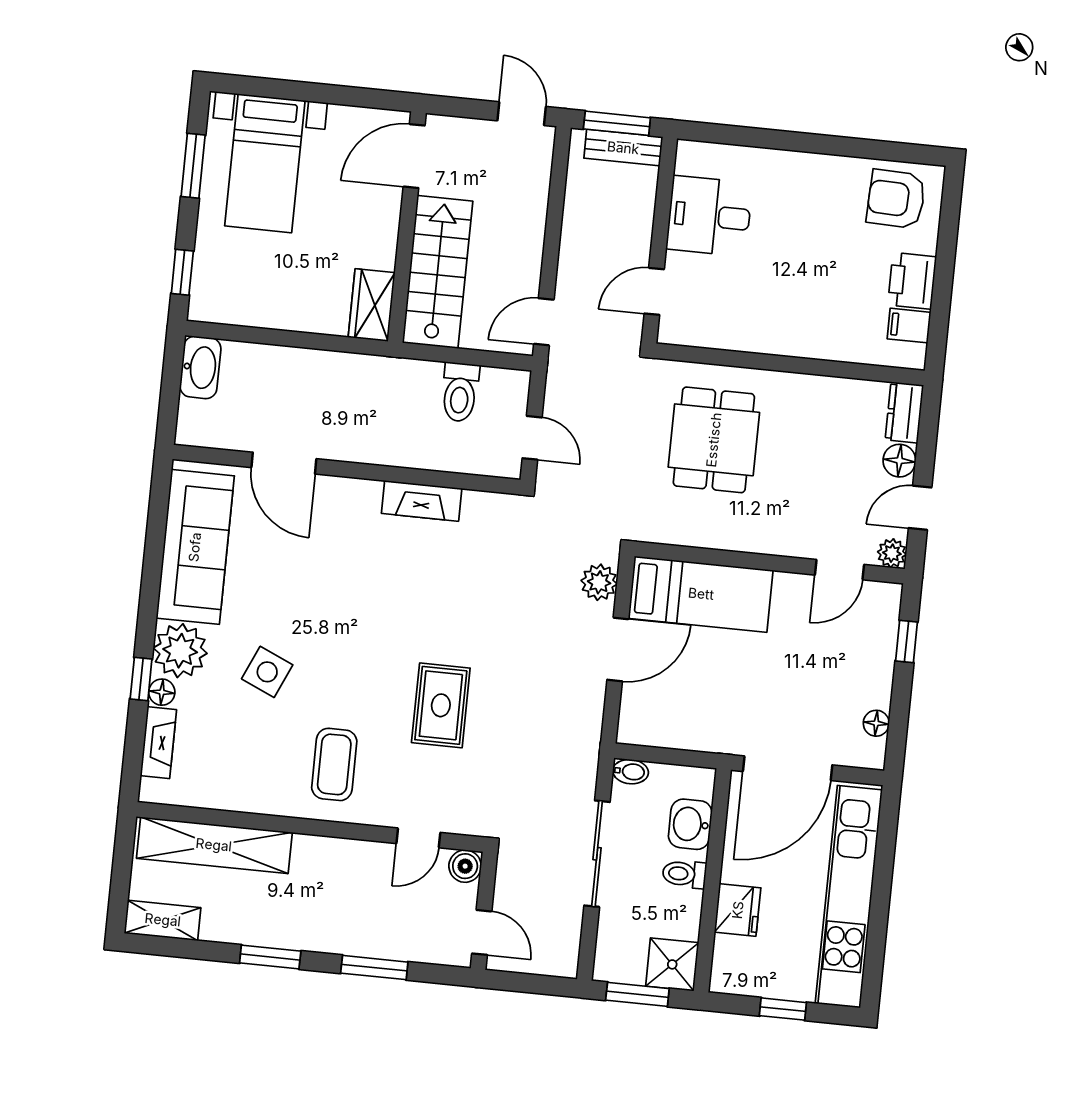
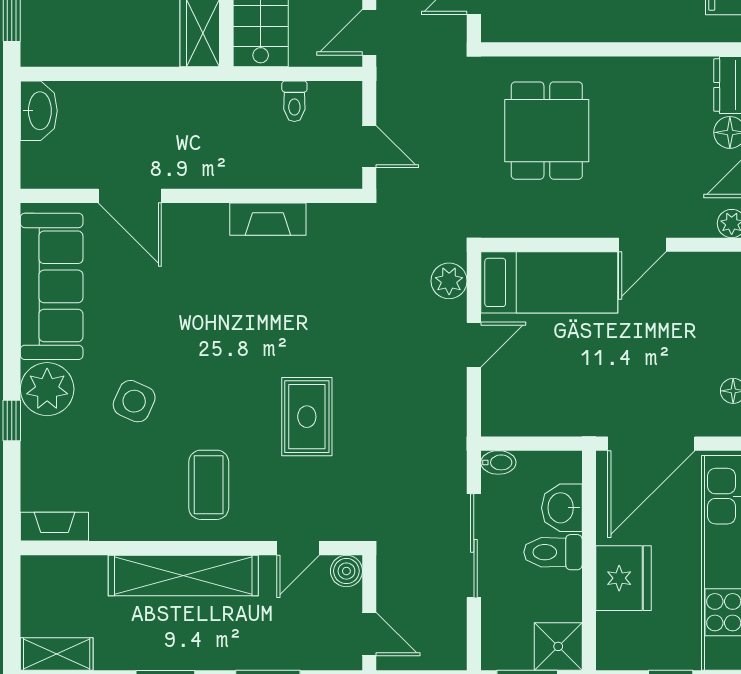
toilet: (460, 392) -> (294, 101), width x0.73, depth x0.72
door: (840, 570) -> (642, 245), moved
door: (618, 649) -> (474, 345), width x0.73
floor lamp: (162, 692) -> (33, 431), removed
fireplace: (158, 743) -> (54, 527), moved, turned -90
shelving: (214, 845) -> (183, 576), moved
toilet: (684, 874) -> (553, 552), width x1.37, depth x1.39
fridge: (738, 910) -> (623, 578), width x1.36, depth x1.34

